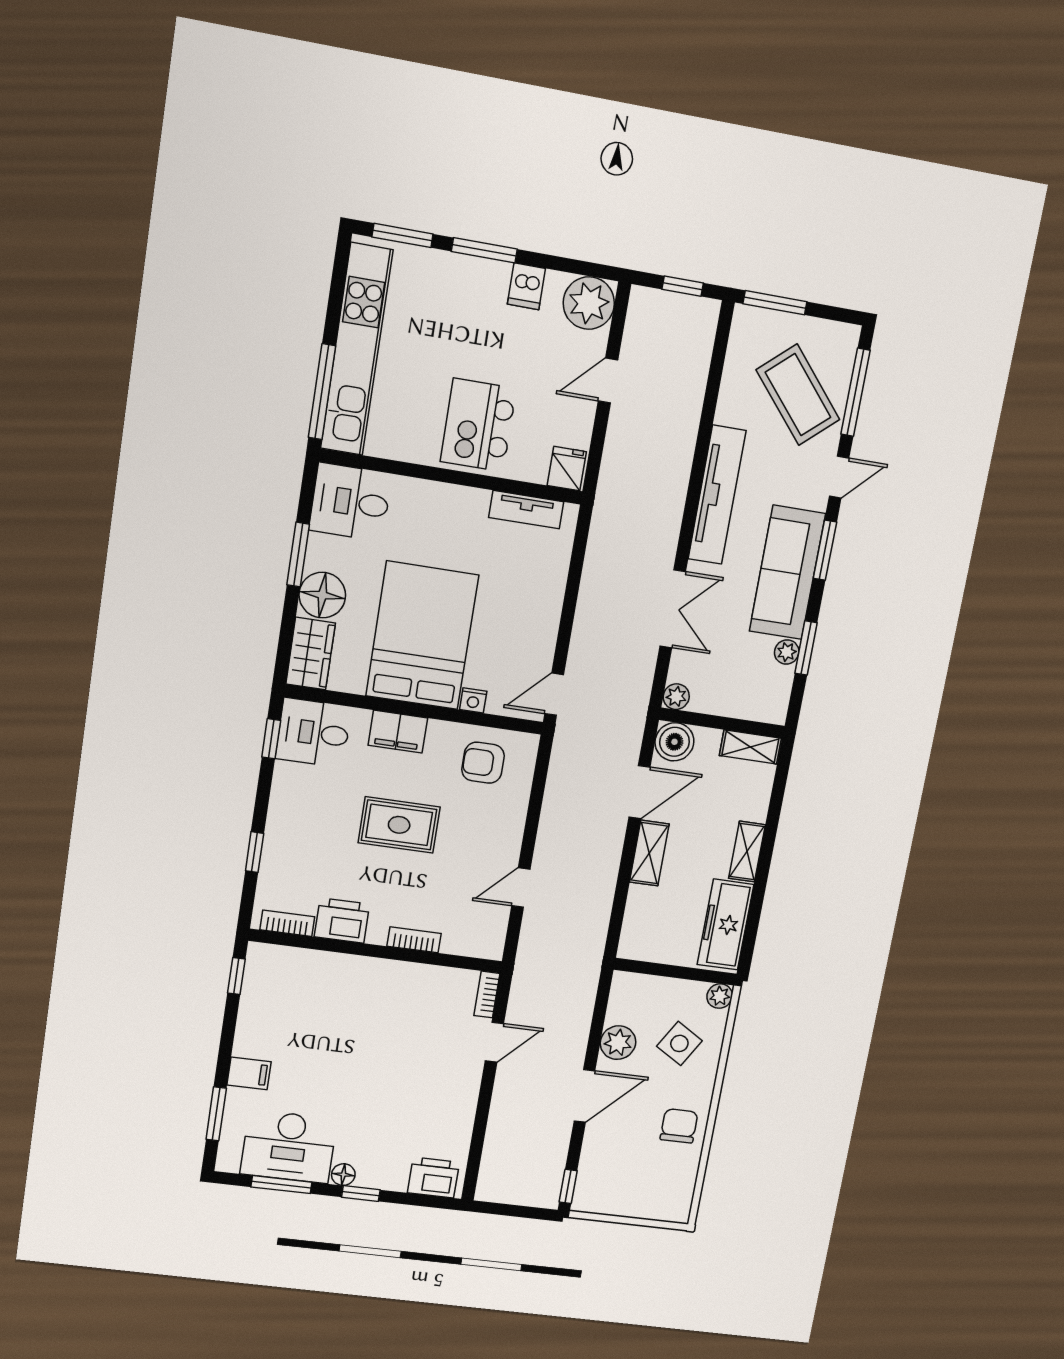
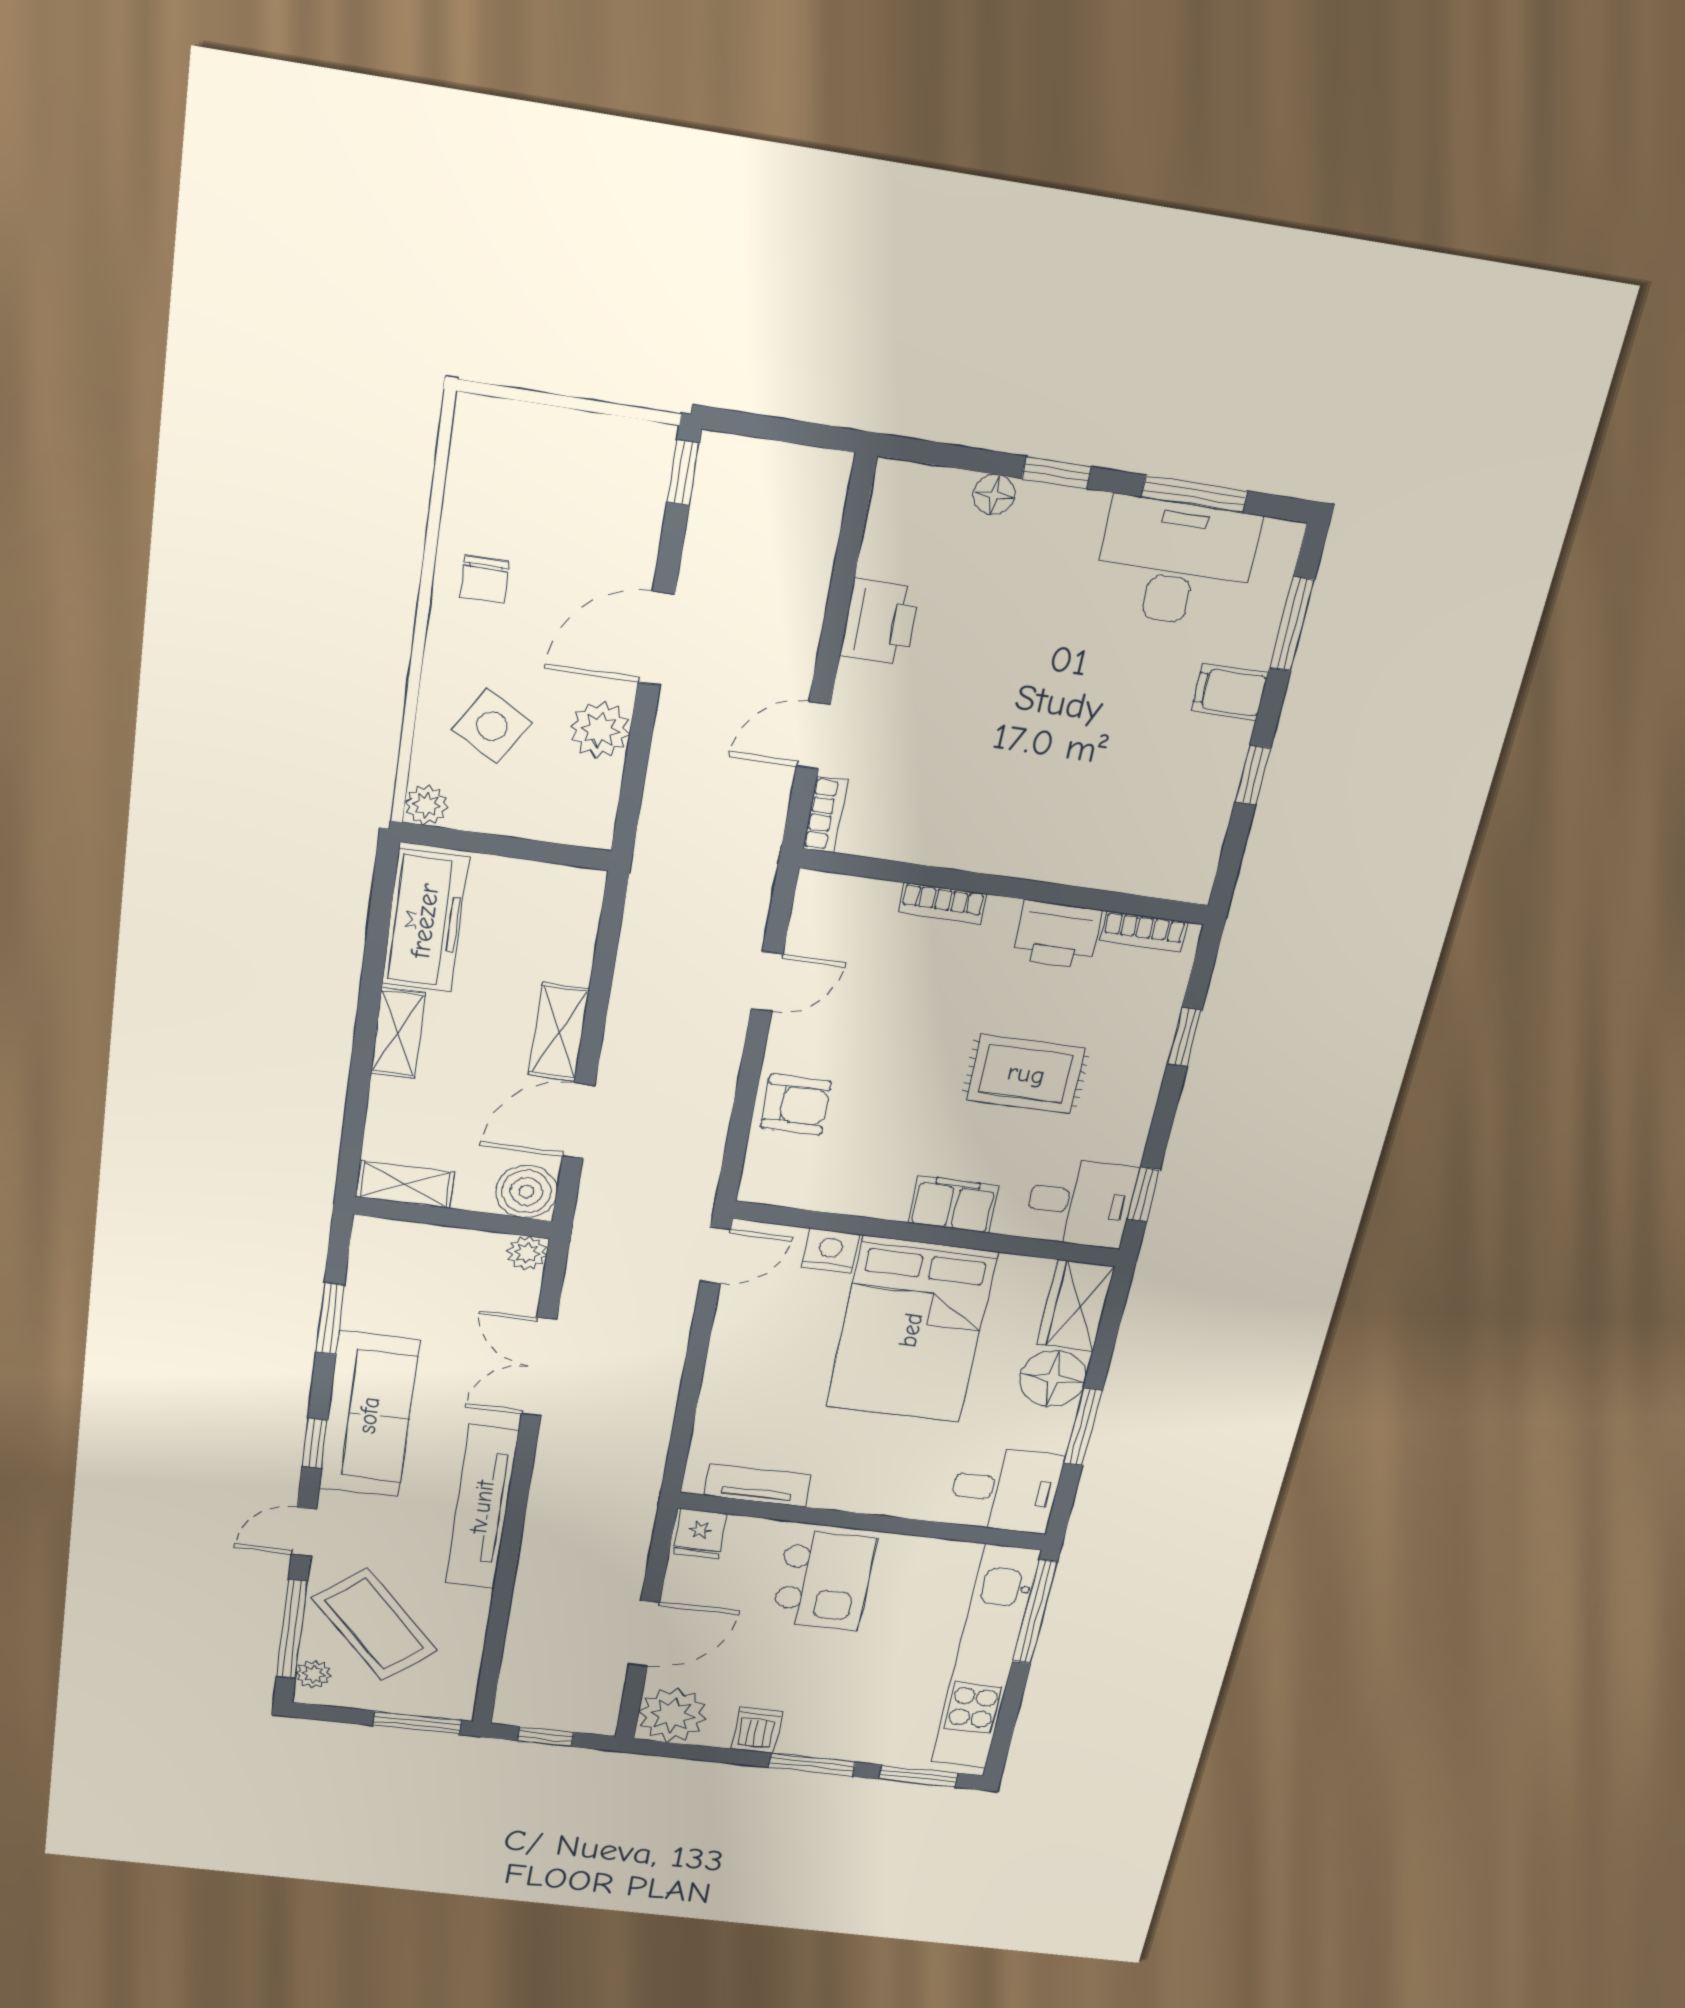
door: (608, 380) -> (644, 1633), width x1.38
window: (825, 550) -> (315, 1443), width x0.67
plant: (787, 652) -> (313, 1674), moved
nightstand: (473, 700) -> (830, 1251), width x1.39, depth x1.35
armchair: (483, 763) -> (796, 1105), moved
rug: (399, 825) -> (1026, 1074), moved
window: (236, 976) -> (1253, 775), moved
chair: (679, 1126) -> (484, 579), width x0.73, depth x0.73
floor lamp: (343, 1175) -> (994, 495), moved
printer: (433, 1177) -> (880, 622), moved, turned -90

